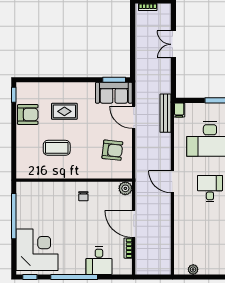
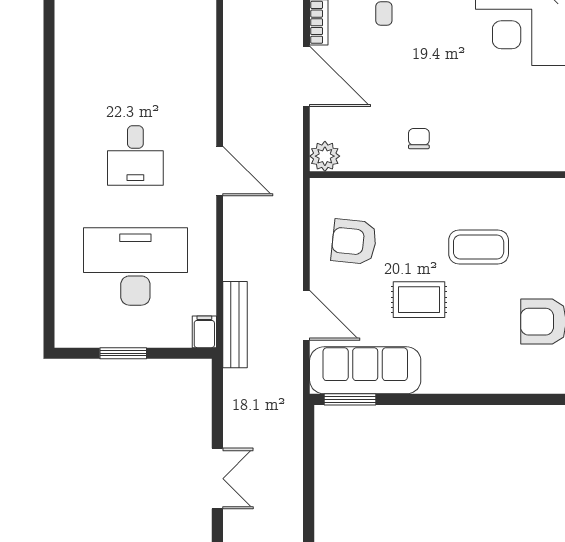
sofa: (114, 93) -> (365, 370), width x1.36
rug: (64, 111) -> (419, 300), moved

